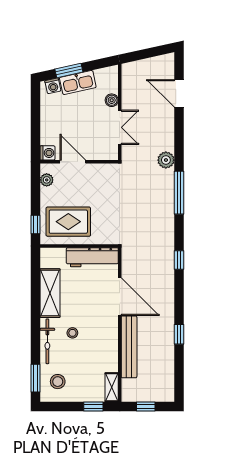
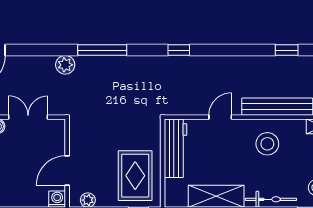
door: (120, 297) -> (220, 117), width x0.53
stool: (72, 333) -> (267, 144), moved, width x1.89, depth x1.89
window: (179, 334) -> (287, 50), moved

